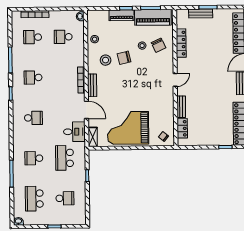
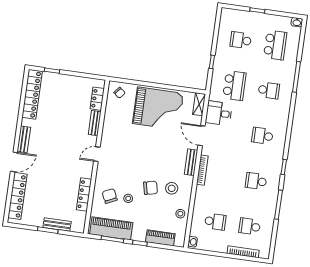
piano: (122, 15) -> (160, 238), moved
school desk: (33, 37) -> (250, 226), turned 180
school desk: (33, 77) -> (256, 181), turned 180

